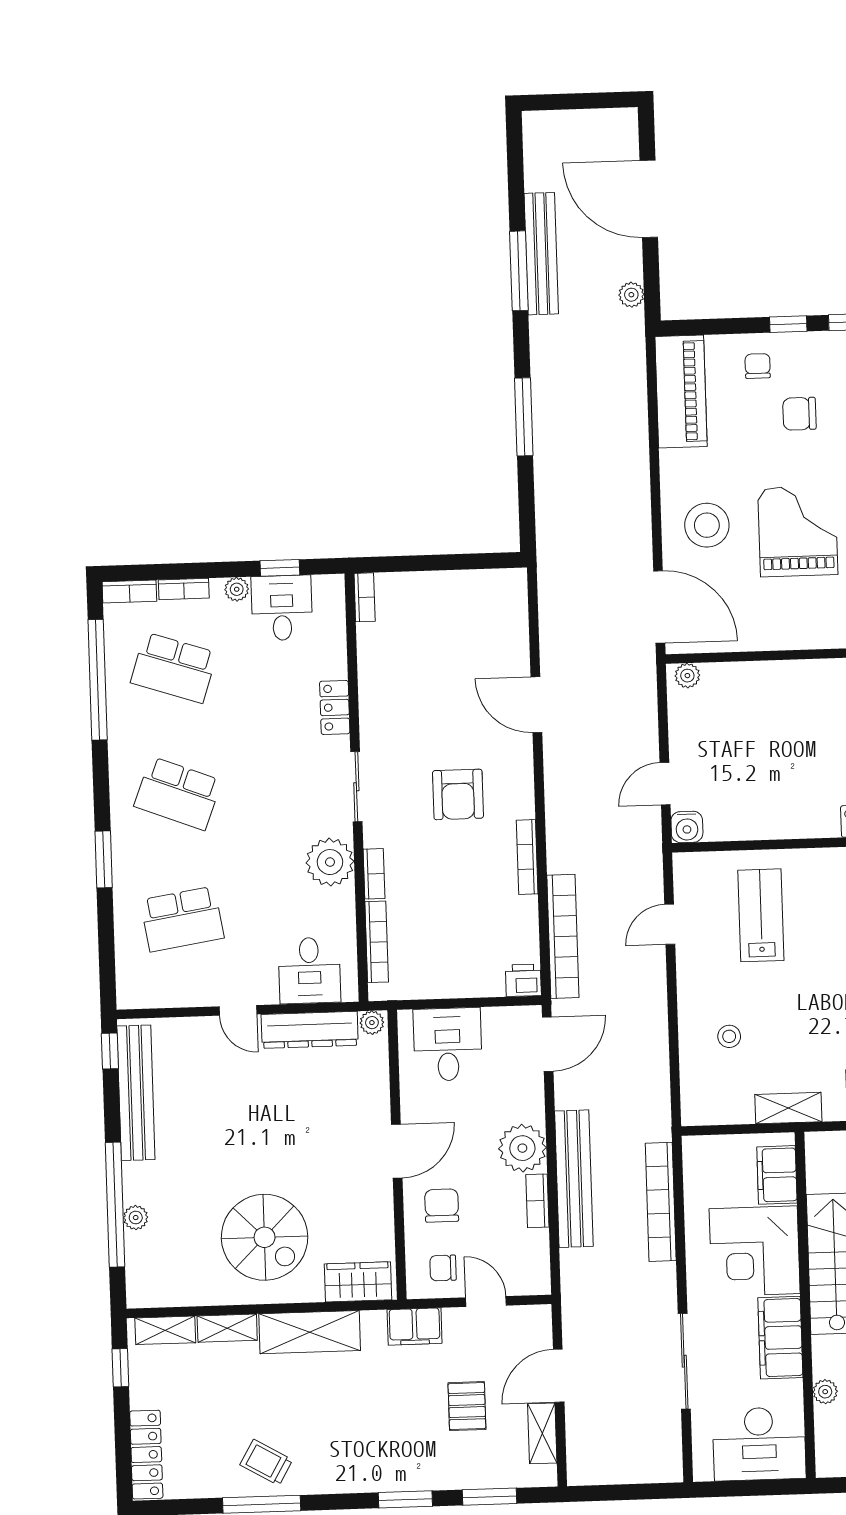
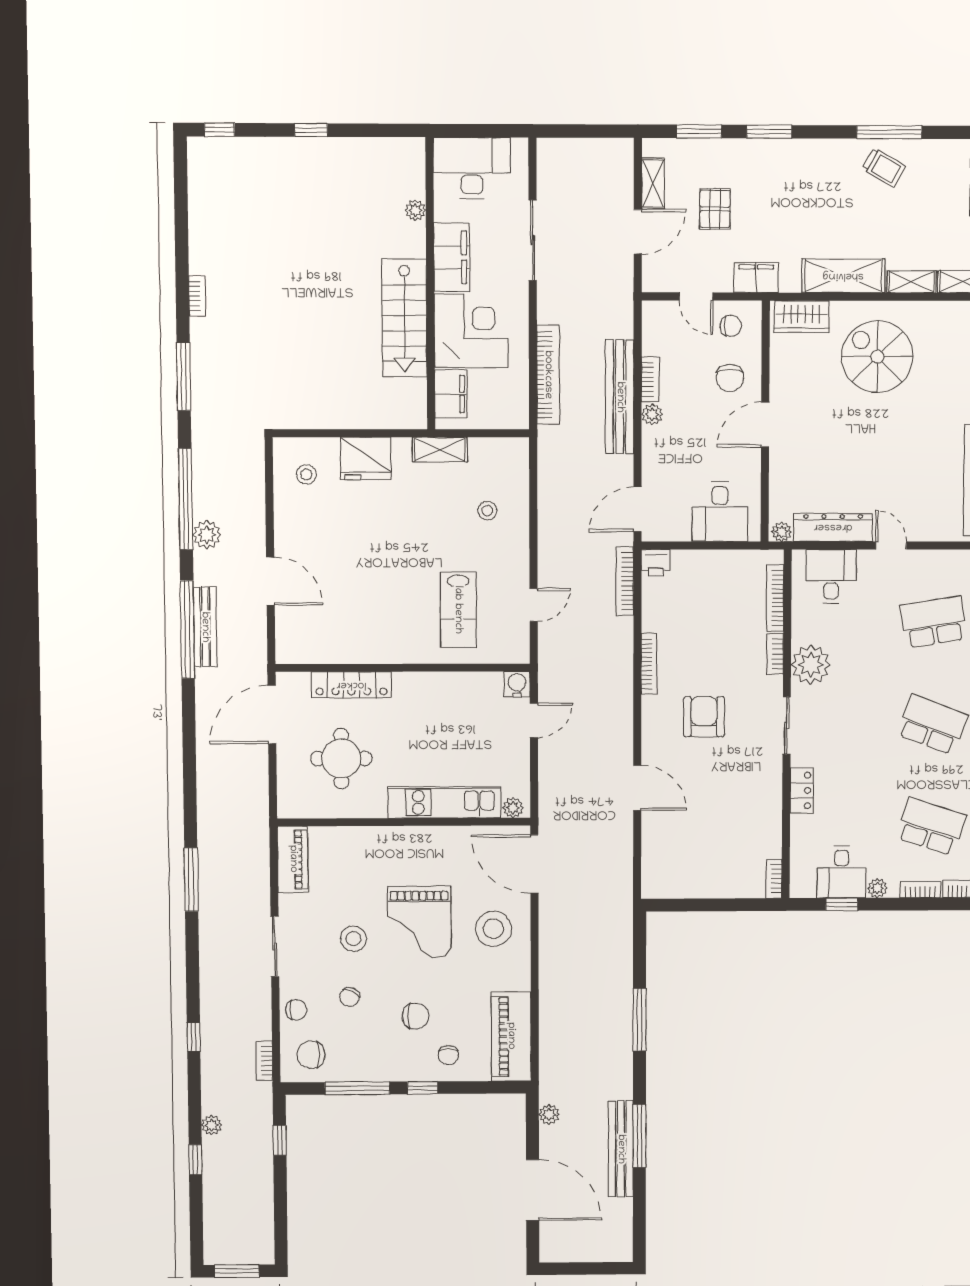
kitchen unit: (771, 680) -> (444, 802), added
bookcase: (563, 936) -> (625, 581), width x0.68, depth x0.76
plant: (522, 1148) -> (652, 414), width x0.53, depth x0.53

